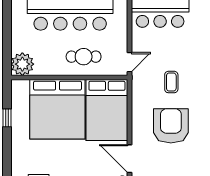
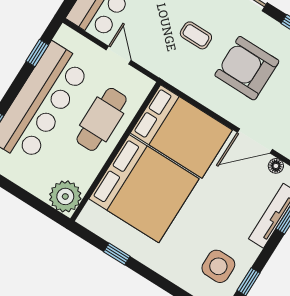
cafe table: (84, 57) -> (102, 119), width x1.37, depth x1.35
door: (129, 62) -> (119, 55), moved

